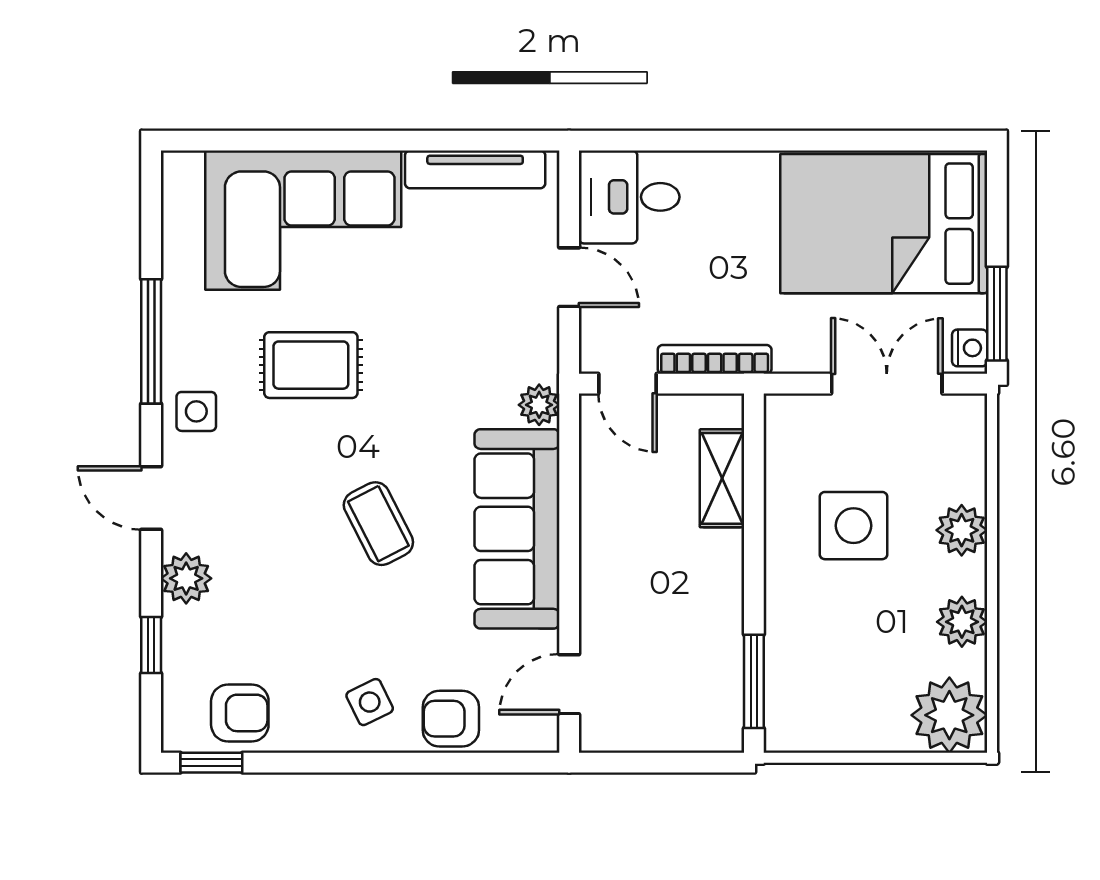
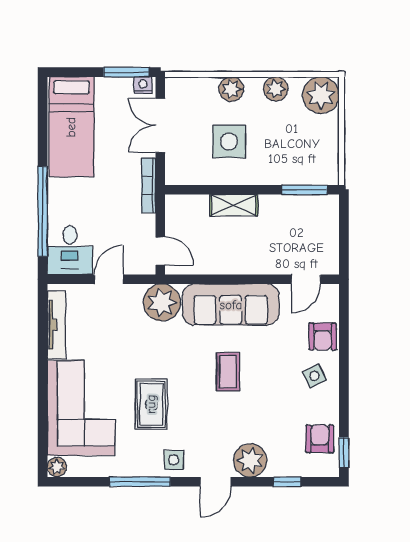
window: (709, 141) -> (43, 211), added
plant: (182, 170) -> (57, 467), added
bed: (884, 224) -> (71, 127), width x0.67
bookcase: (715, 359) -> (149, 185), moved
door: (627, 384) -> (160, 251), hinge flipped
plant: (539, 405) -> (162, 302), width x1.88, depth x1.88
shelving: (722, 478) -> (234, 205), moved
coffee table: (378, 524) -> (228, 372), turned -63
plant: (186, 578) -> (250, 460), width x1.36, depth x1.36
door: (569, 684) -> (306, 279), hinge flipped

